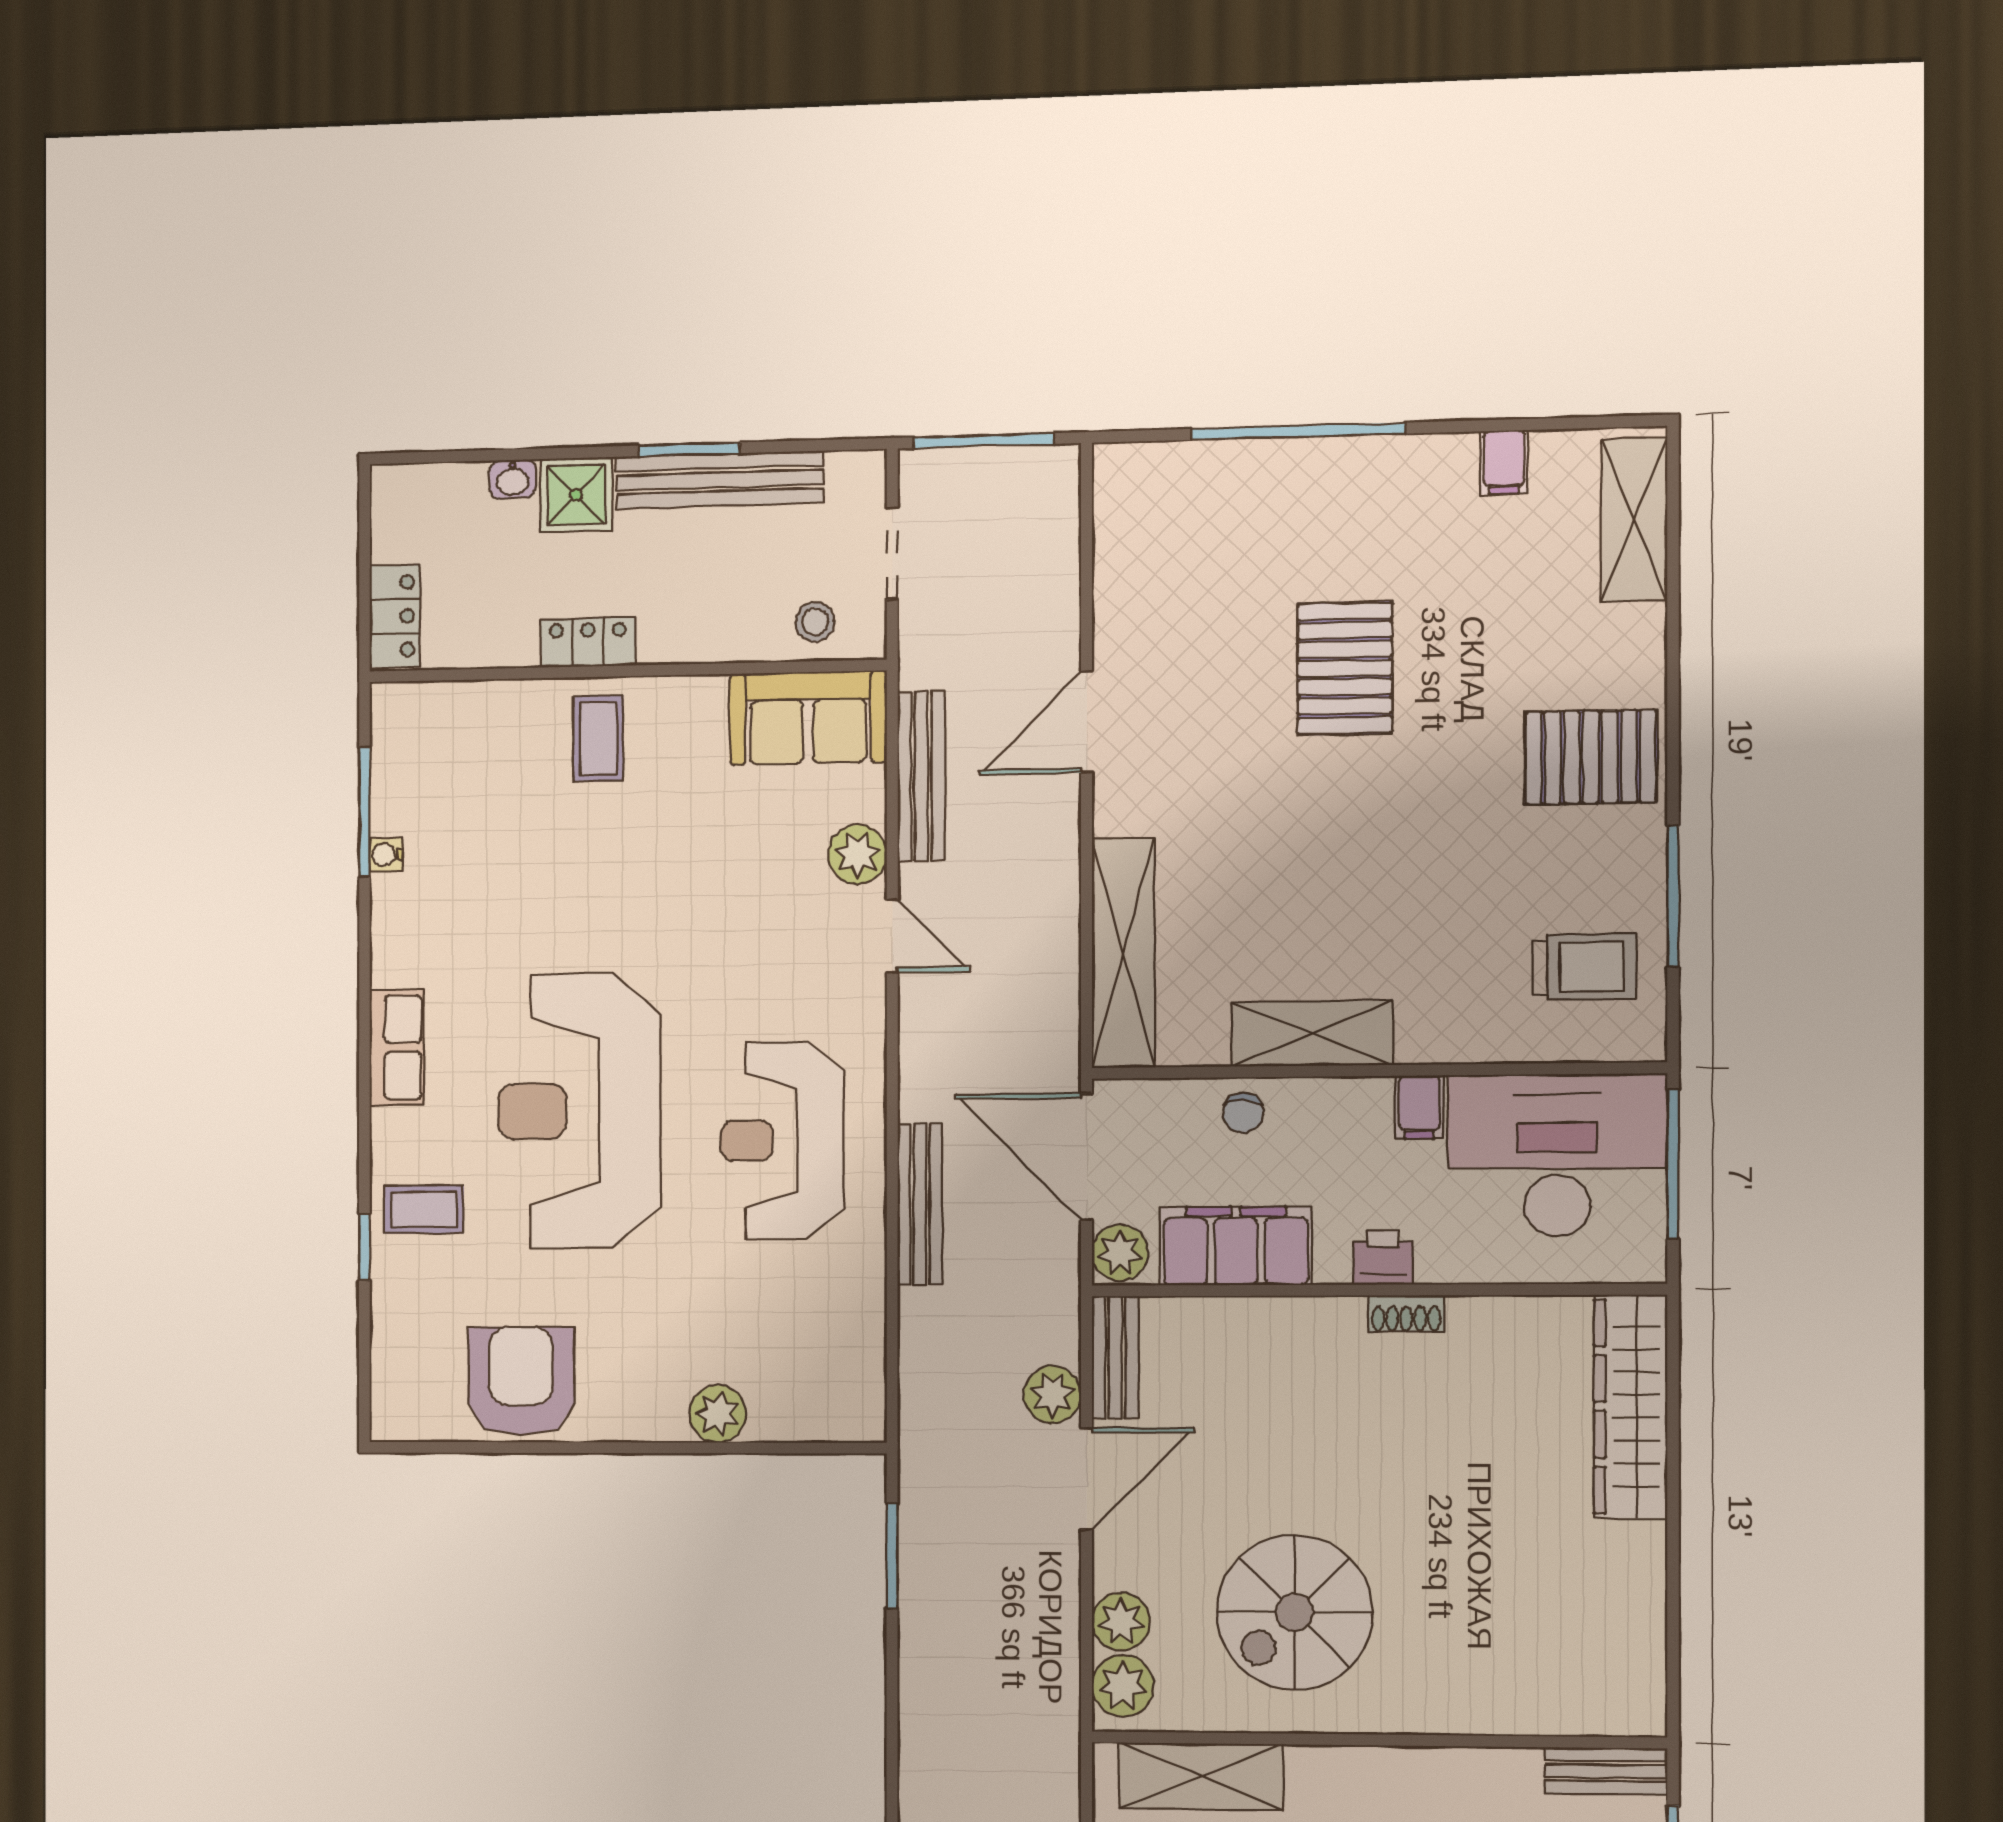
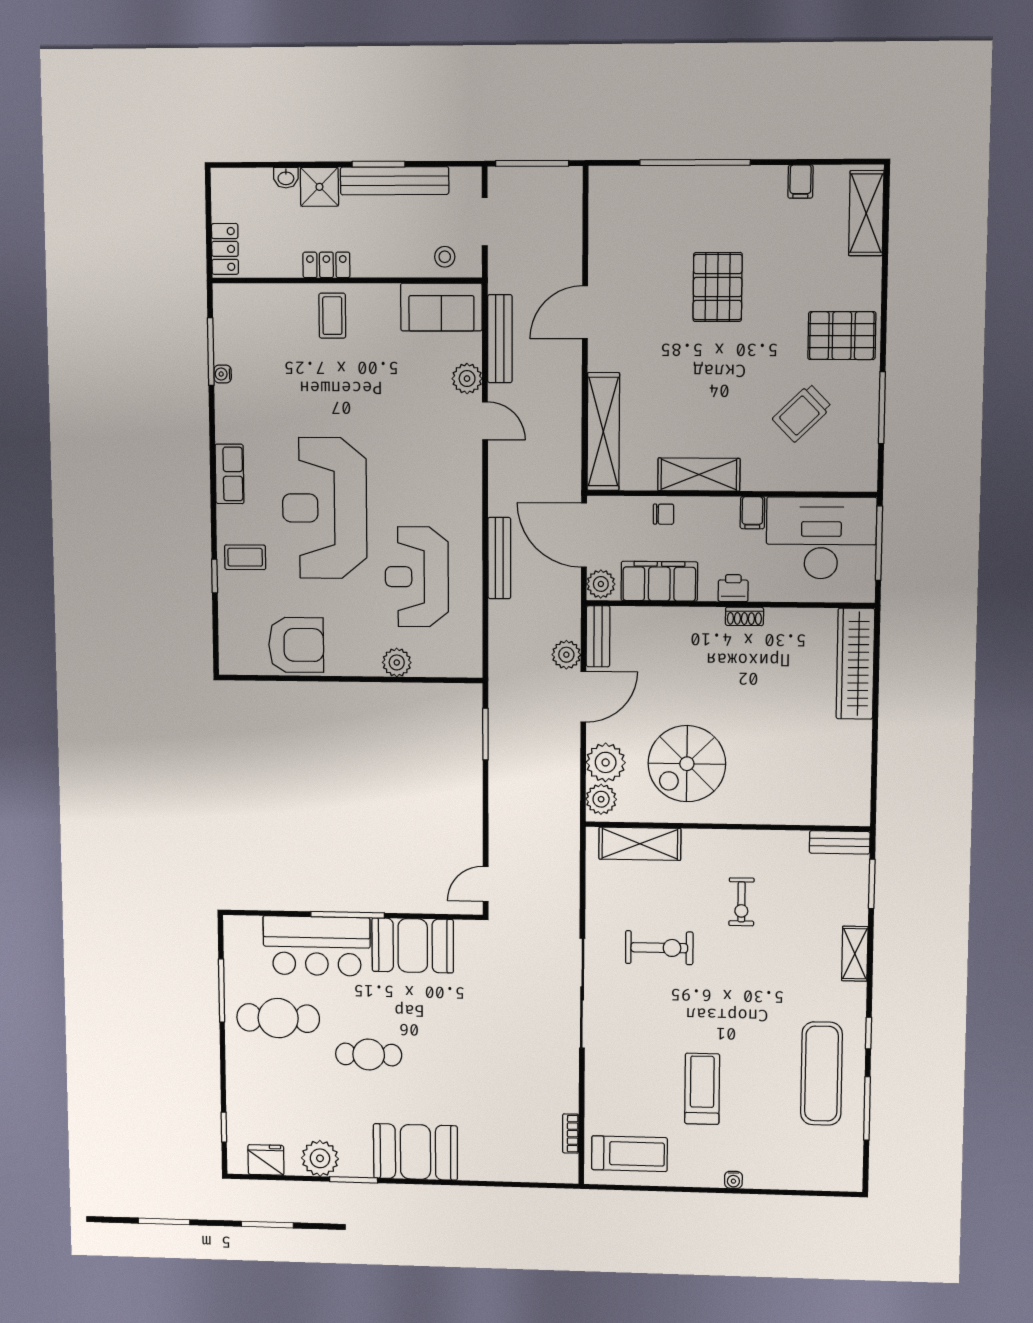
trolley: (1584, 967) -> (802, 413), moved, turned 136
chair: (1243, 1113) -> (664, 514), turned -90
reception desk: (782, 1140) -> (417, 577), moved
armchair: (521, 1381) -> (296, 645), turned 90
plant: (1121, 1621) -> (606, 762), width x1.36, depth x1.36

